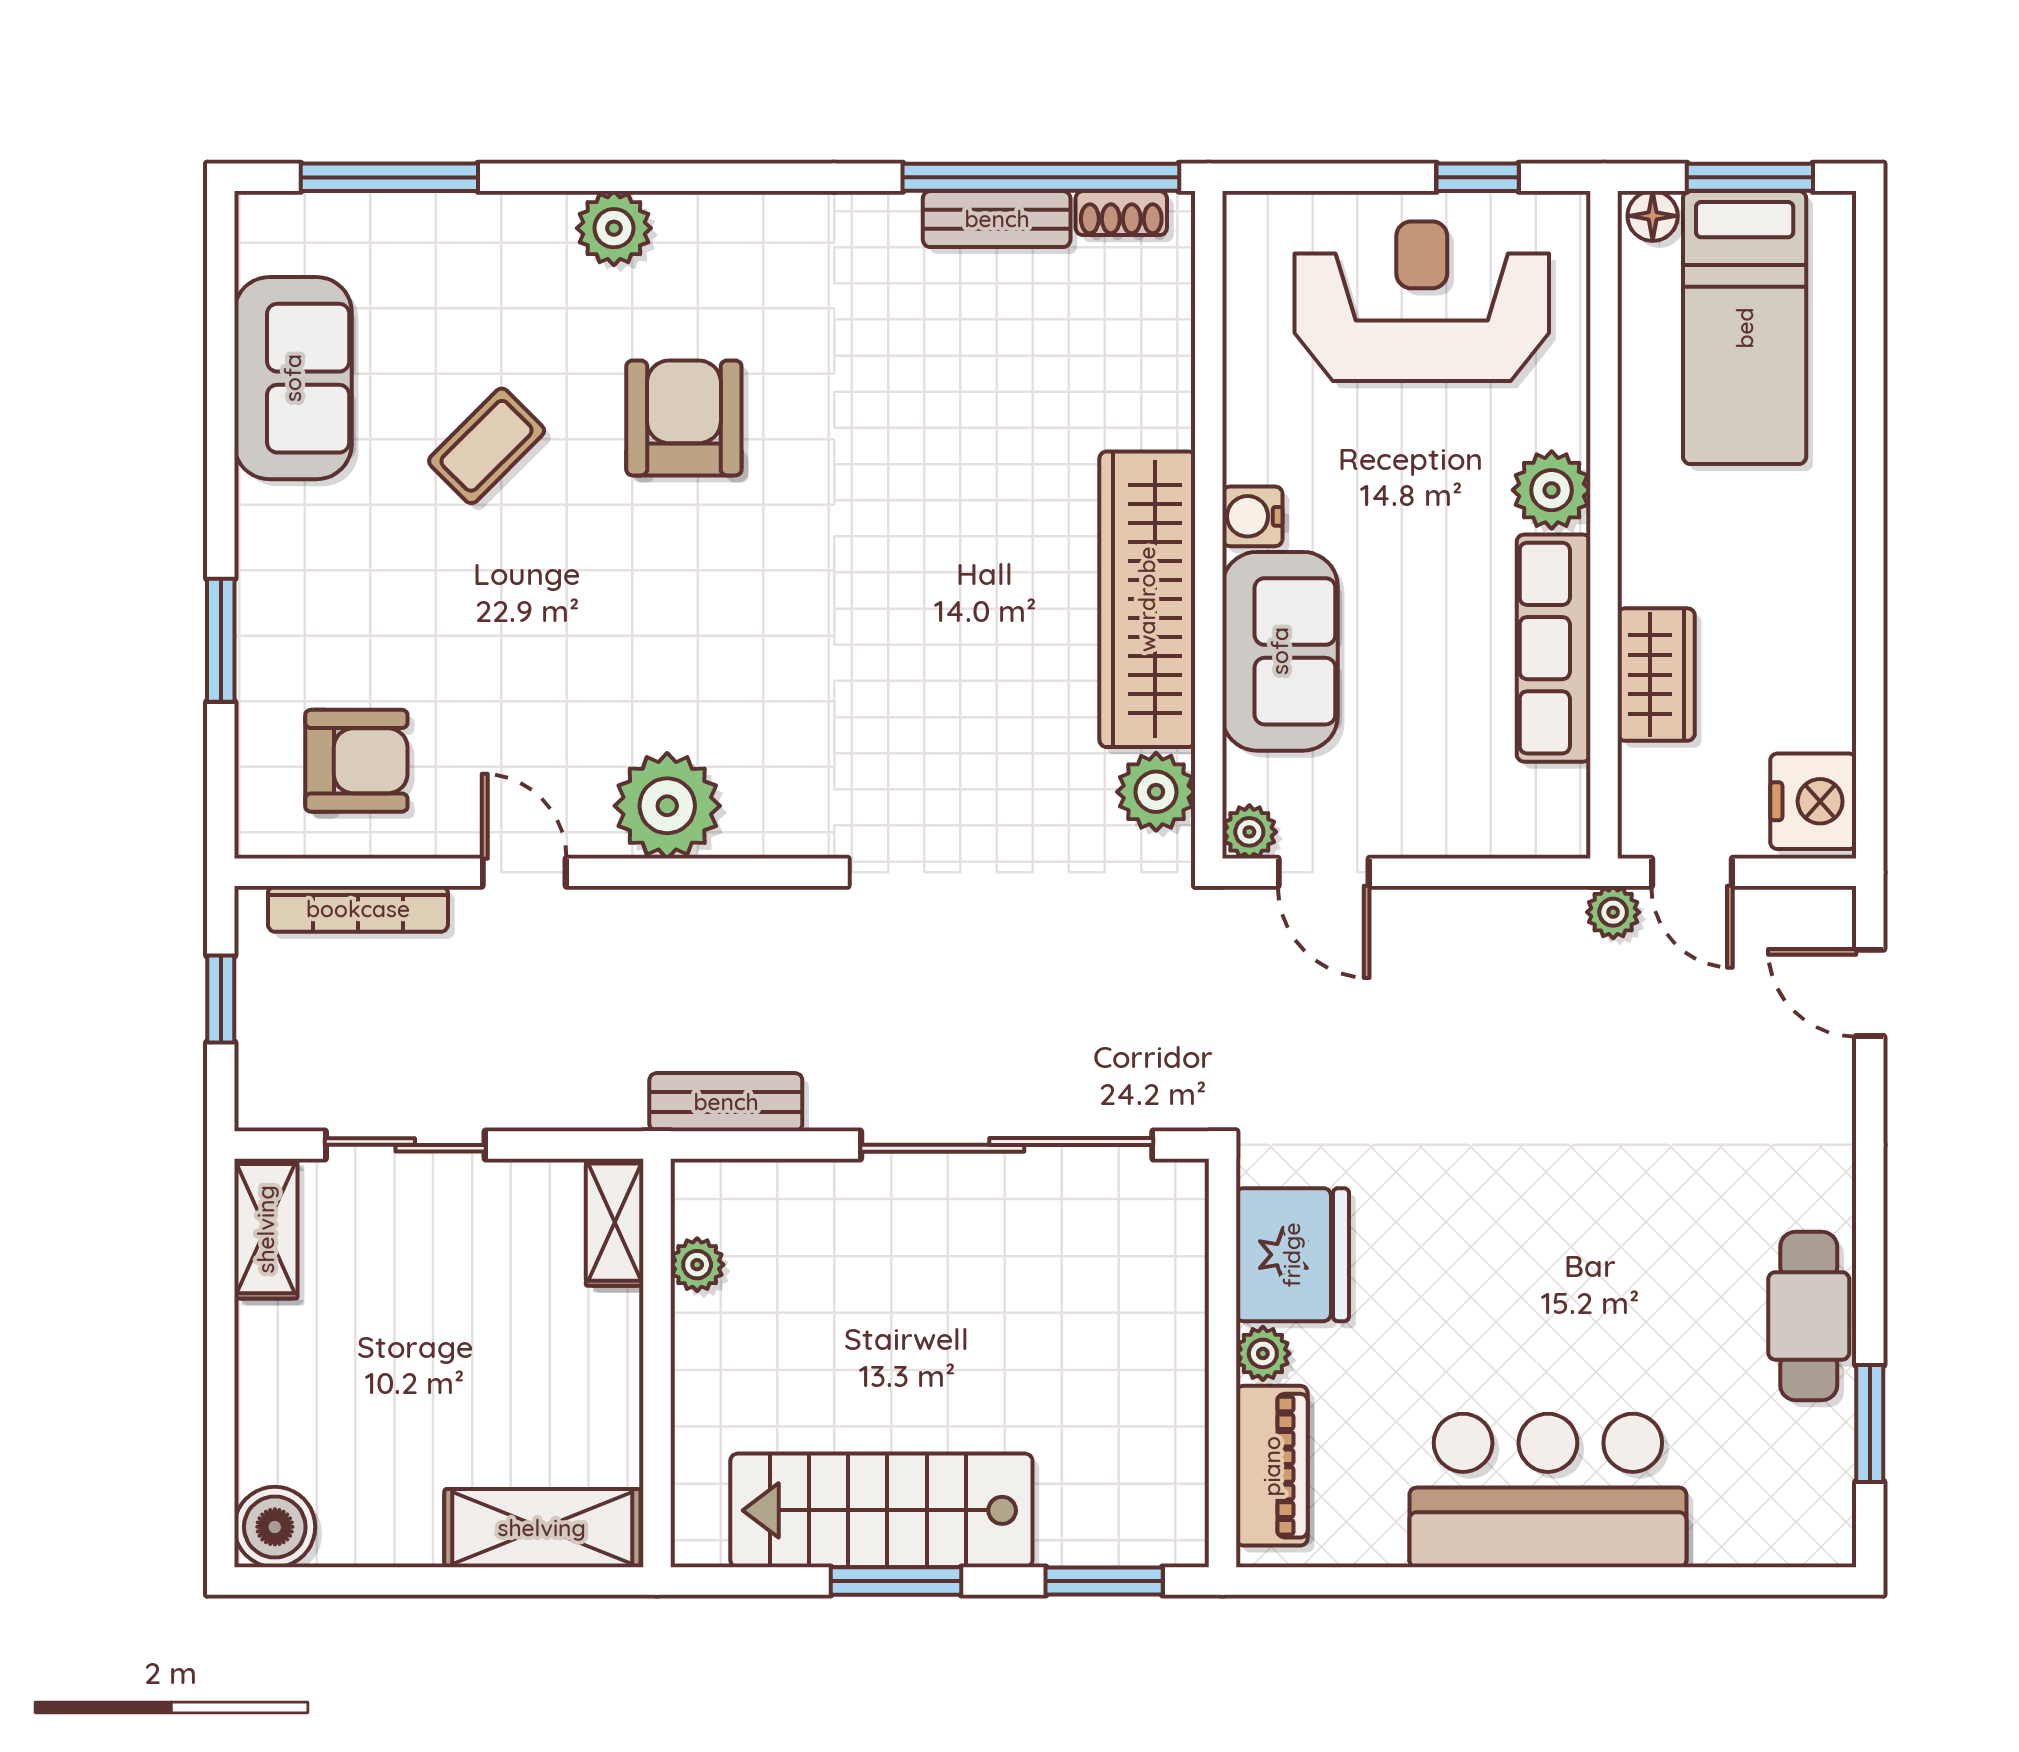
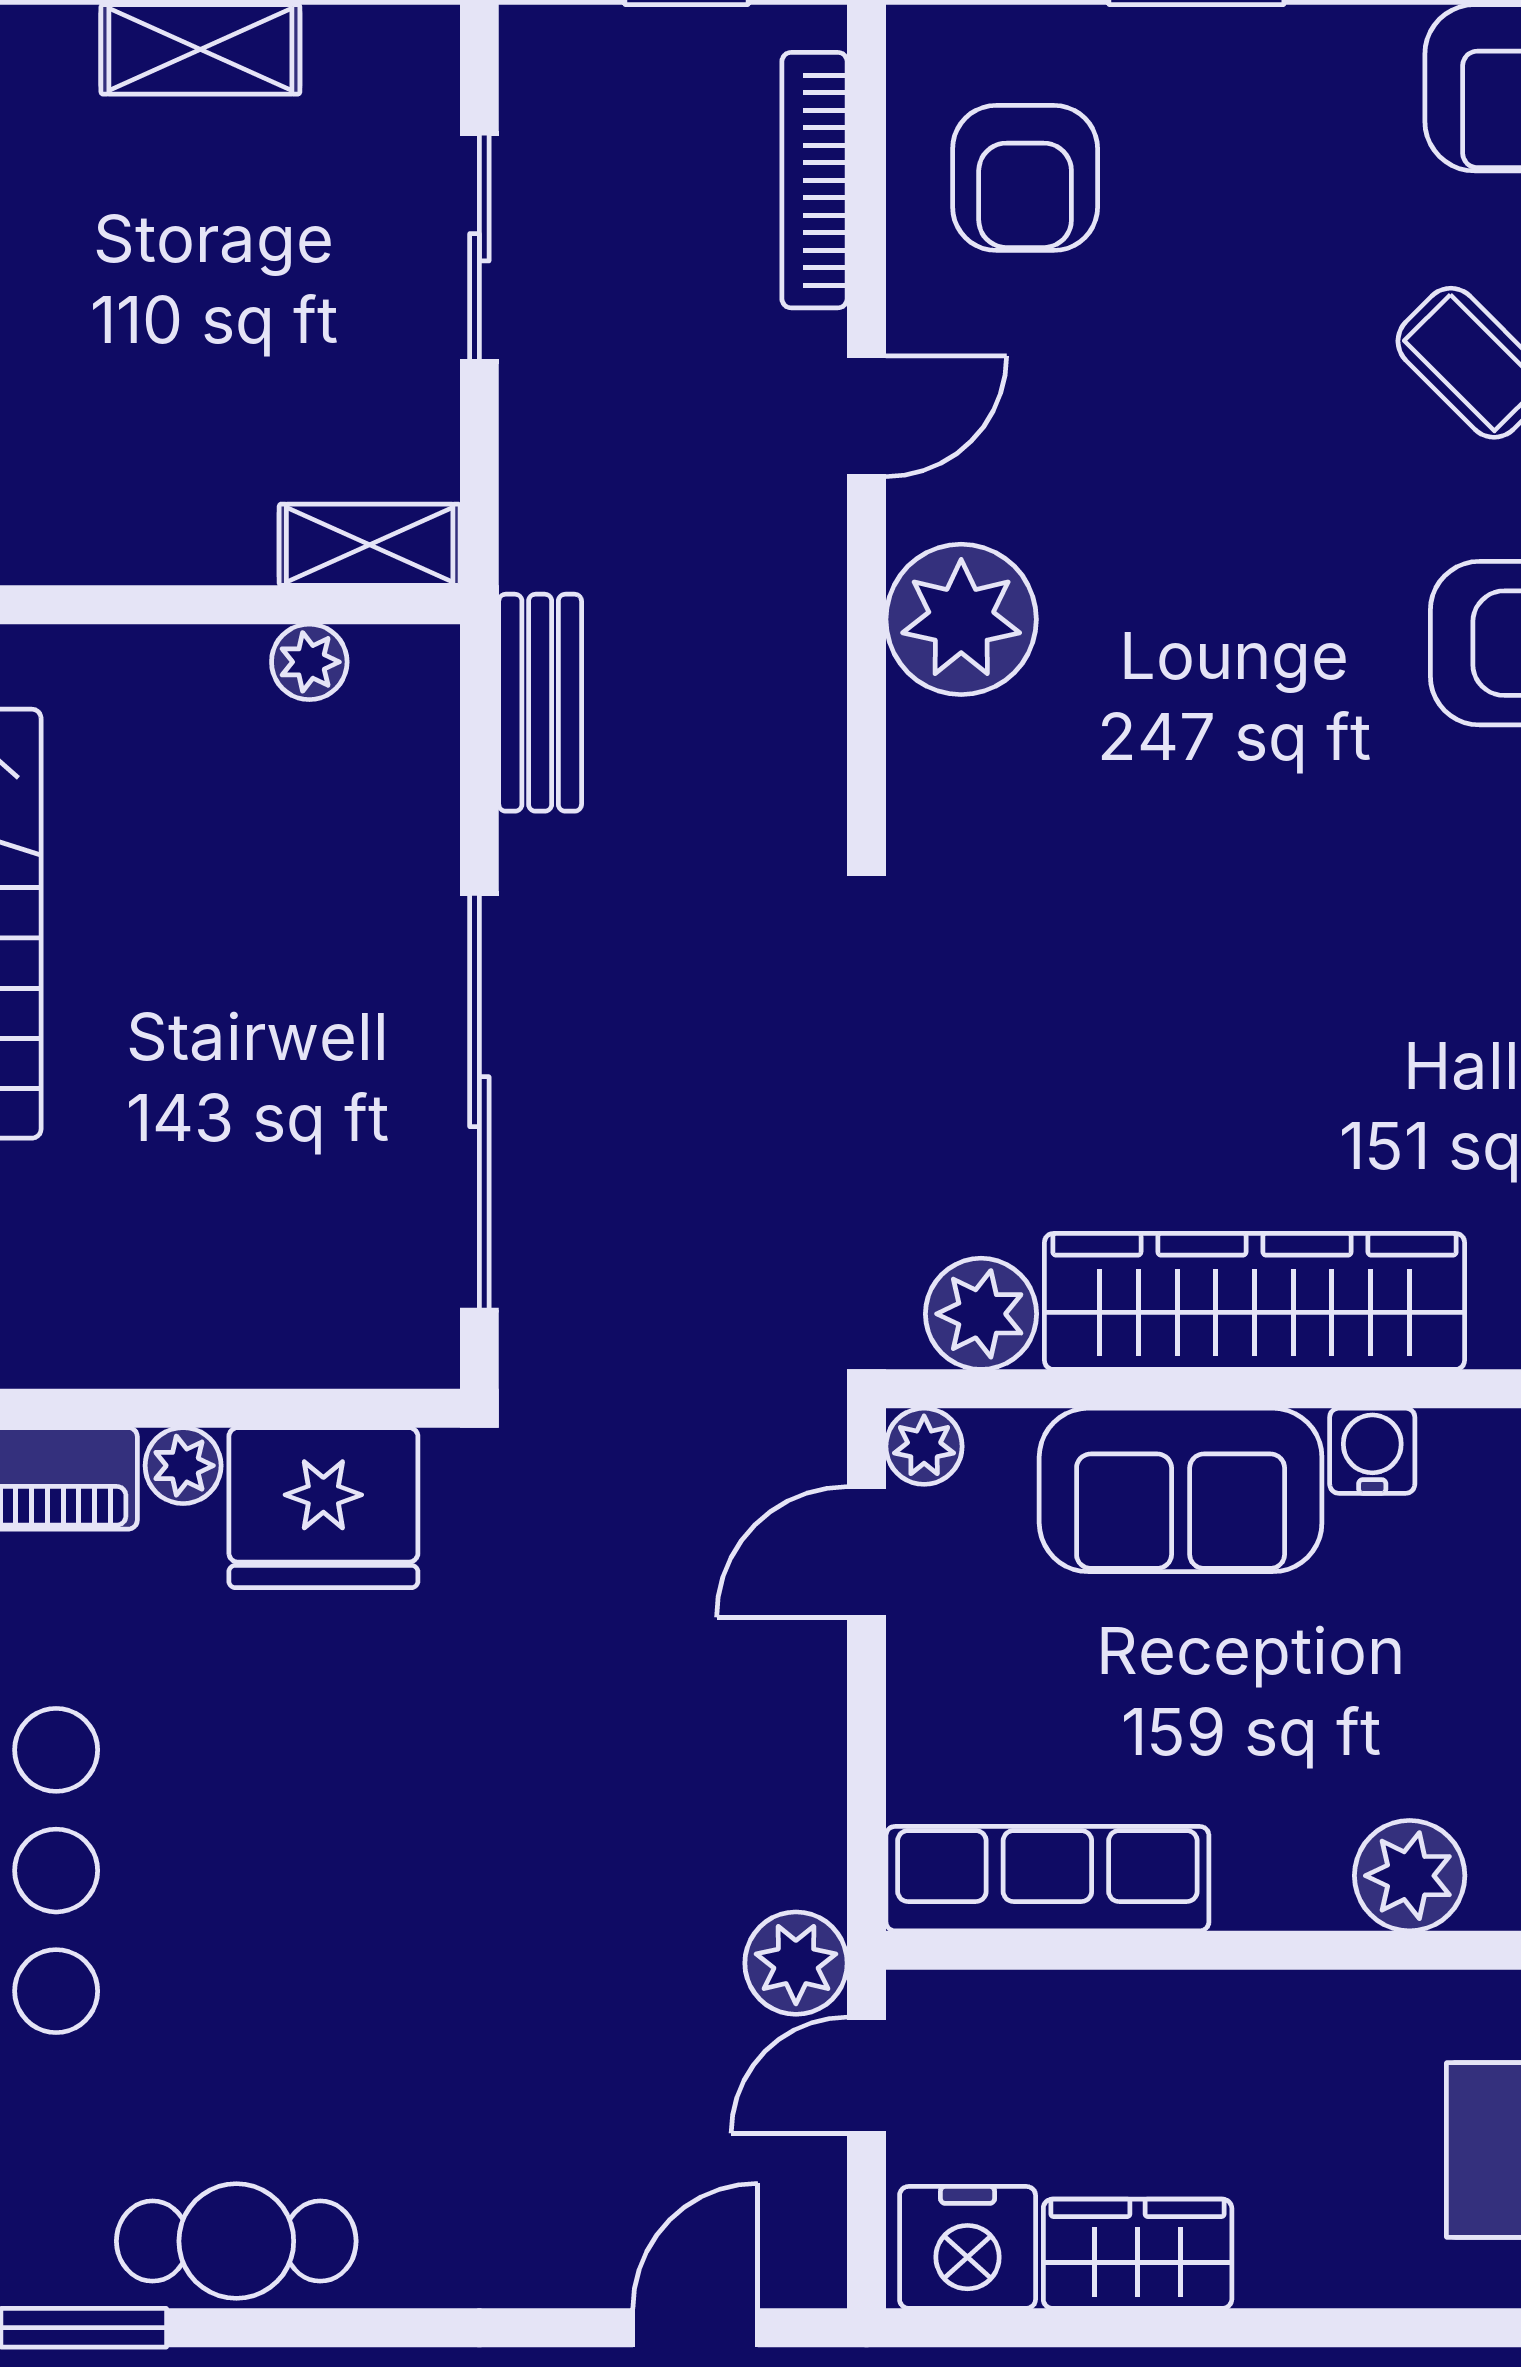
row of seats: (1554, 648) -> (1047, 1879), moved
wardrobe: (1656, 675) -> (1138, 2254), moved, turned 180
plant: (1613, 912) -> (796, 1963), width x1.38, depth x1.38
shelving: (266, 1229) -> (200, 49), moved

